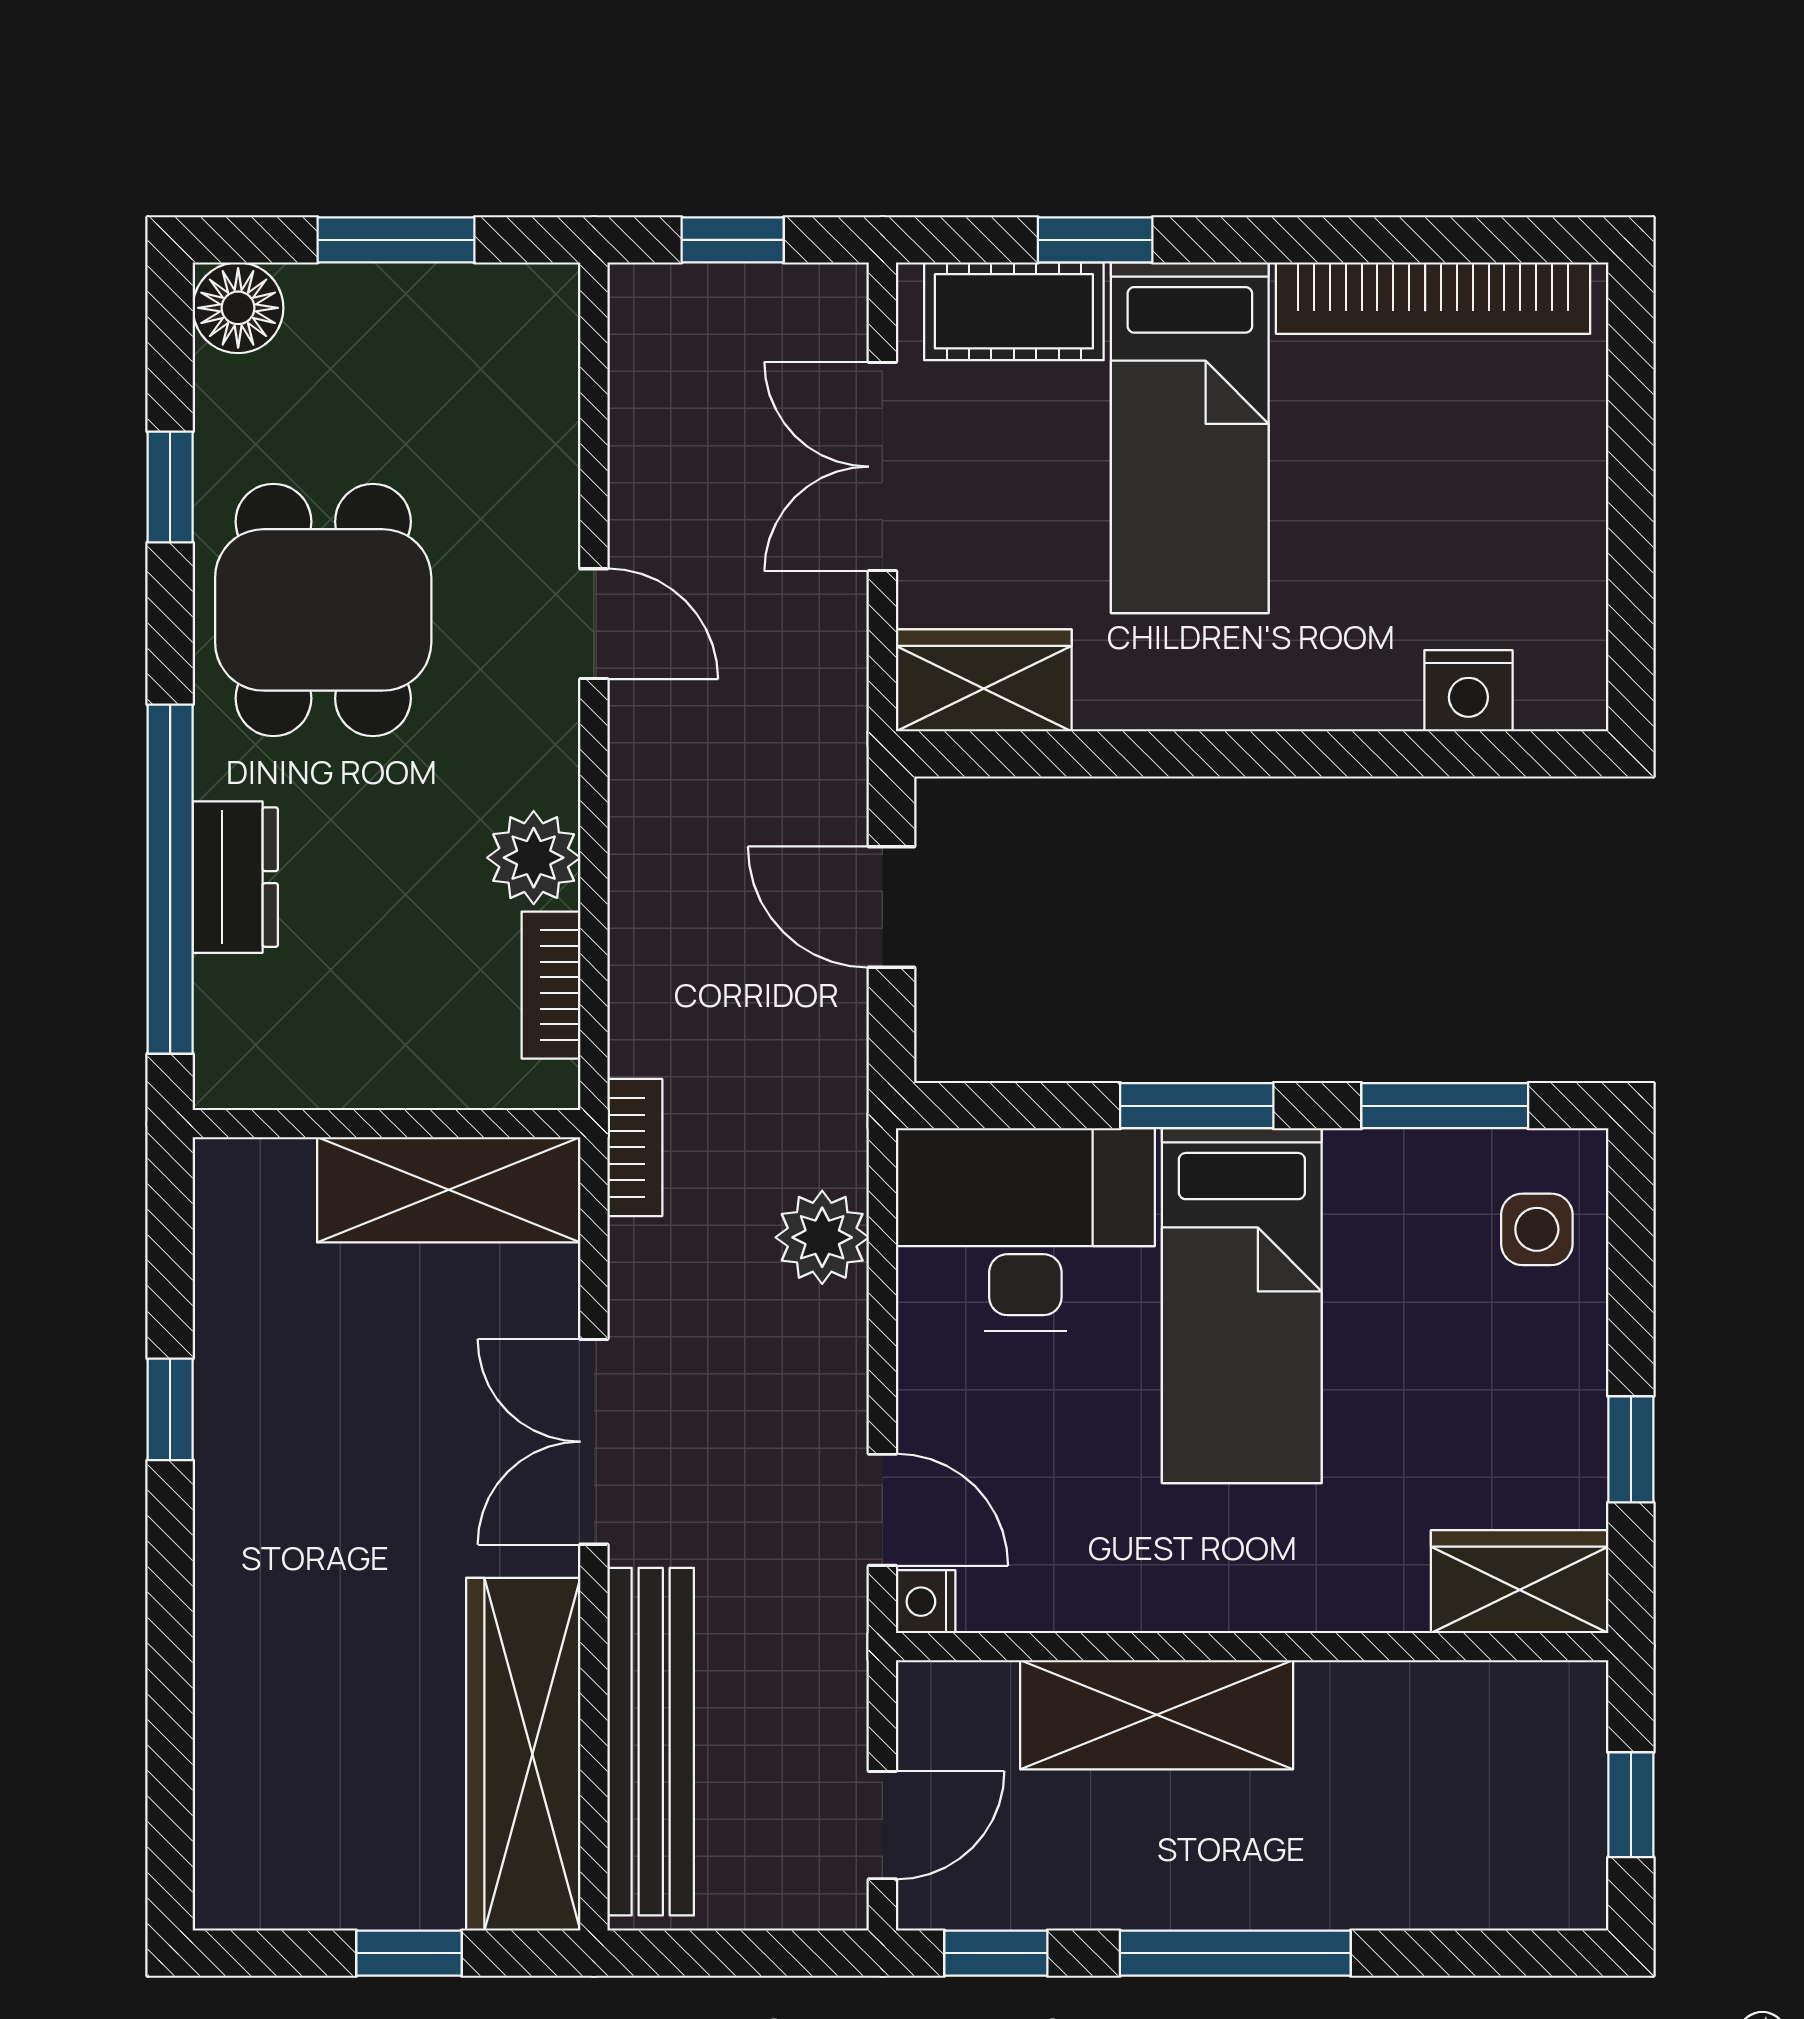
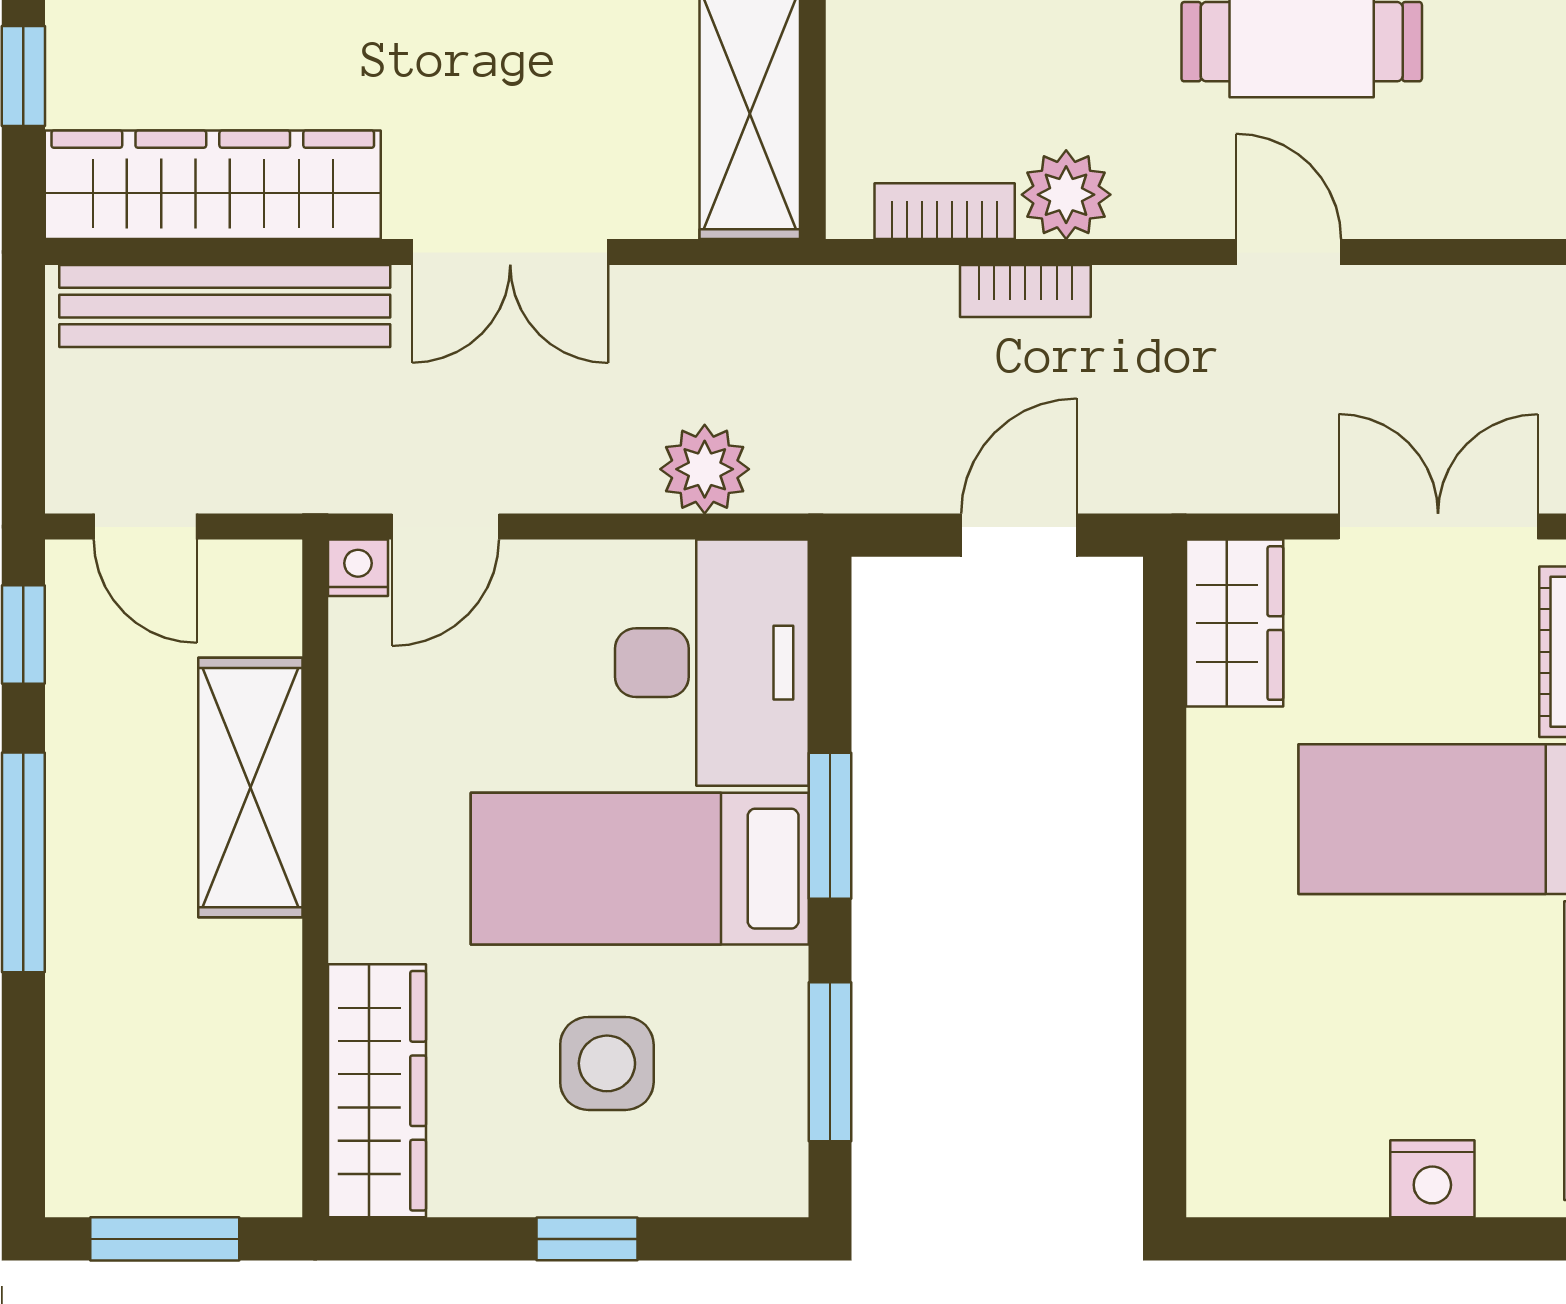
door: (594, 624) -> (1289, 252), swing flipped
nightstand: (1468, 691) -> (1432, 1179), moved, turned -90
bookcase: (635, 1147) -> (1025, 291), moved
side table: (1537, 1229) -> (607, 1063), moved, width x1.37, depth x1.37
double door: (594, 1442) -> (510, 252), swing flipped
window: (1631, 1449) -> (587, 1239), moved
wardrobe: (1520, 1582) -> (377, 1091), width x1.50
window: (1631, 1805) -> (165, 1239), width x1.50

